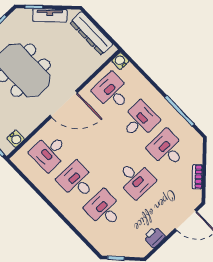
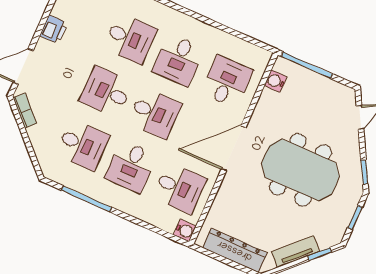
desk: (108, 151) -> (155, 113), added
bookcase: (197, 177) -> (25, 111), moved
desk: (77, 181) -> (178, 60), turned 90

